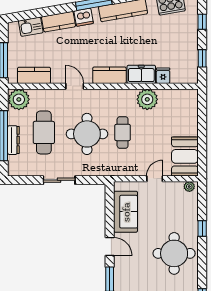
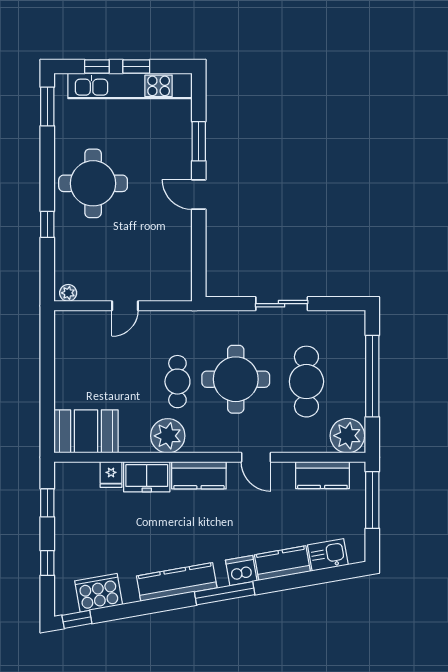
plant: (147, 99) -> (168, 436), moved
dresser: (13, 140) -> (356, 369), removed
booth: (185, 156) -> (86, 431), moved, turned 90
sofa: (126, 212) -> (173, 252), removed

